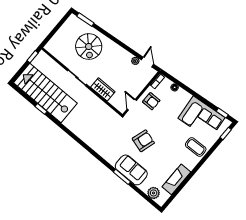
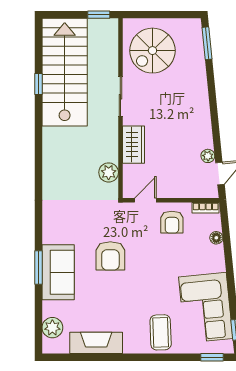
spiral stairs: (89, 47) -> (152, 51), moved
plant: (106, 111) -> (109, 172), added
armchair: (143, 141) -> (110, 256), turned 73

